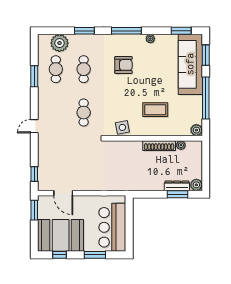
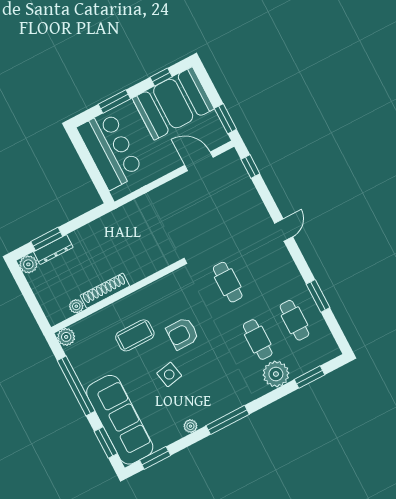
window: (84, 31) -> (310, 377), moved
plant: (59, 43) -> (276, 374), moved
armchair: (123, 65) -> (182, 333), moved
side table: (122, 127) -> (169, 374), moved

